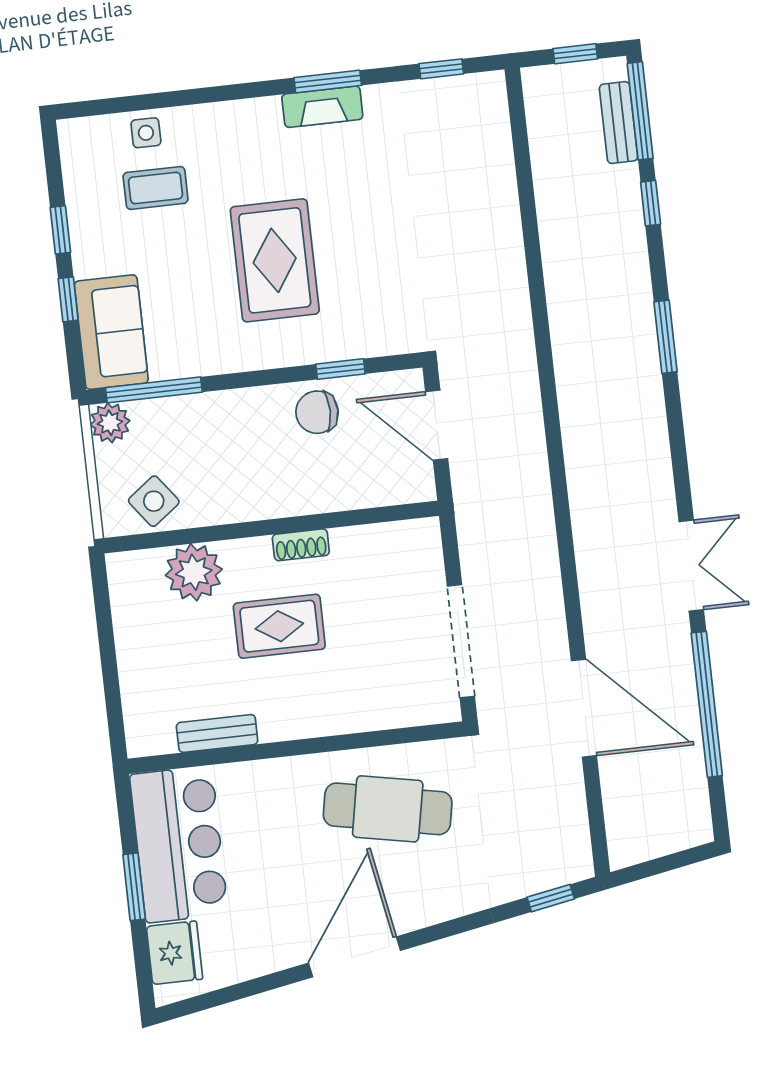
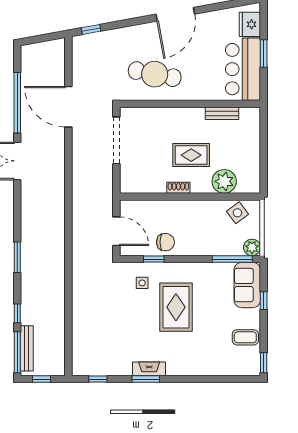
bench: (618, 123) -> (27, 348), width x1.36
side table: (146, 133) -> (142, 283), moved
coffee table: (156, 188) -> (245, 337), moved
window: (60, 230) -> (264, 363), moved

